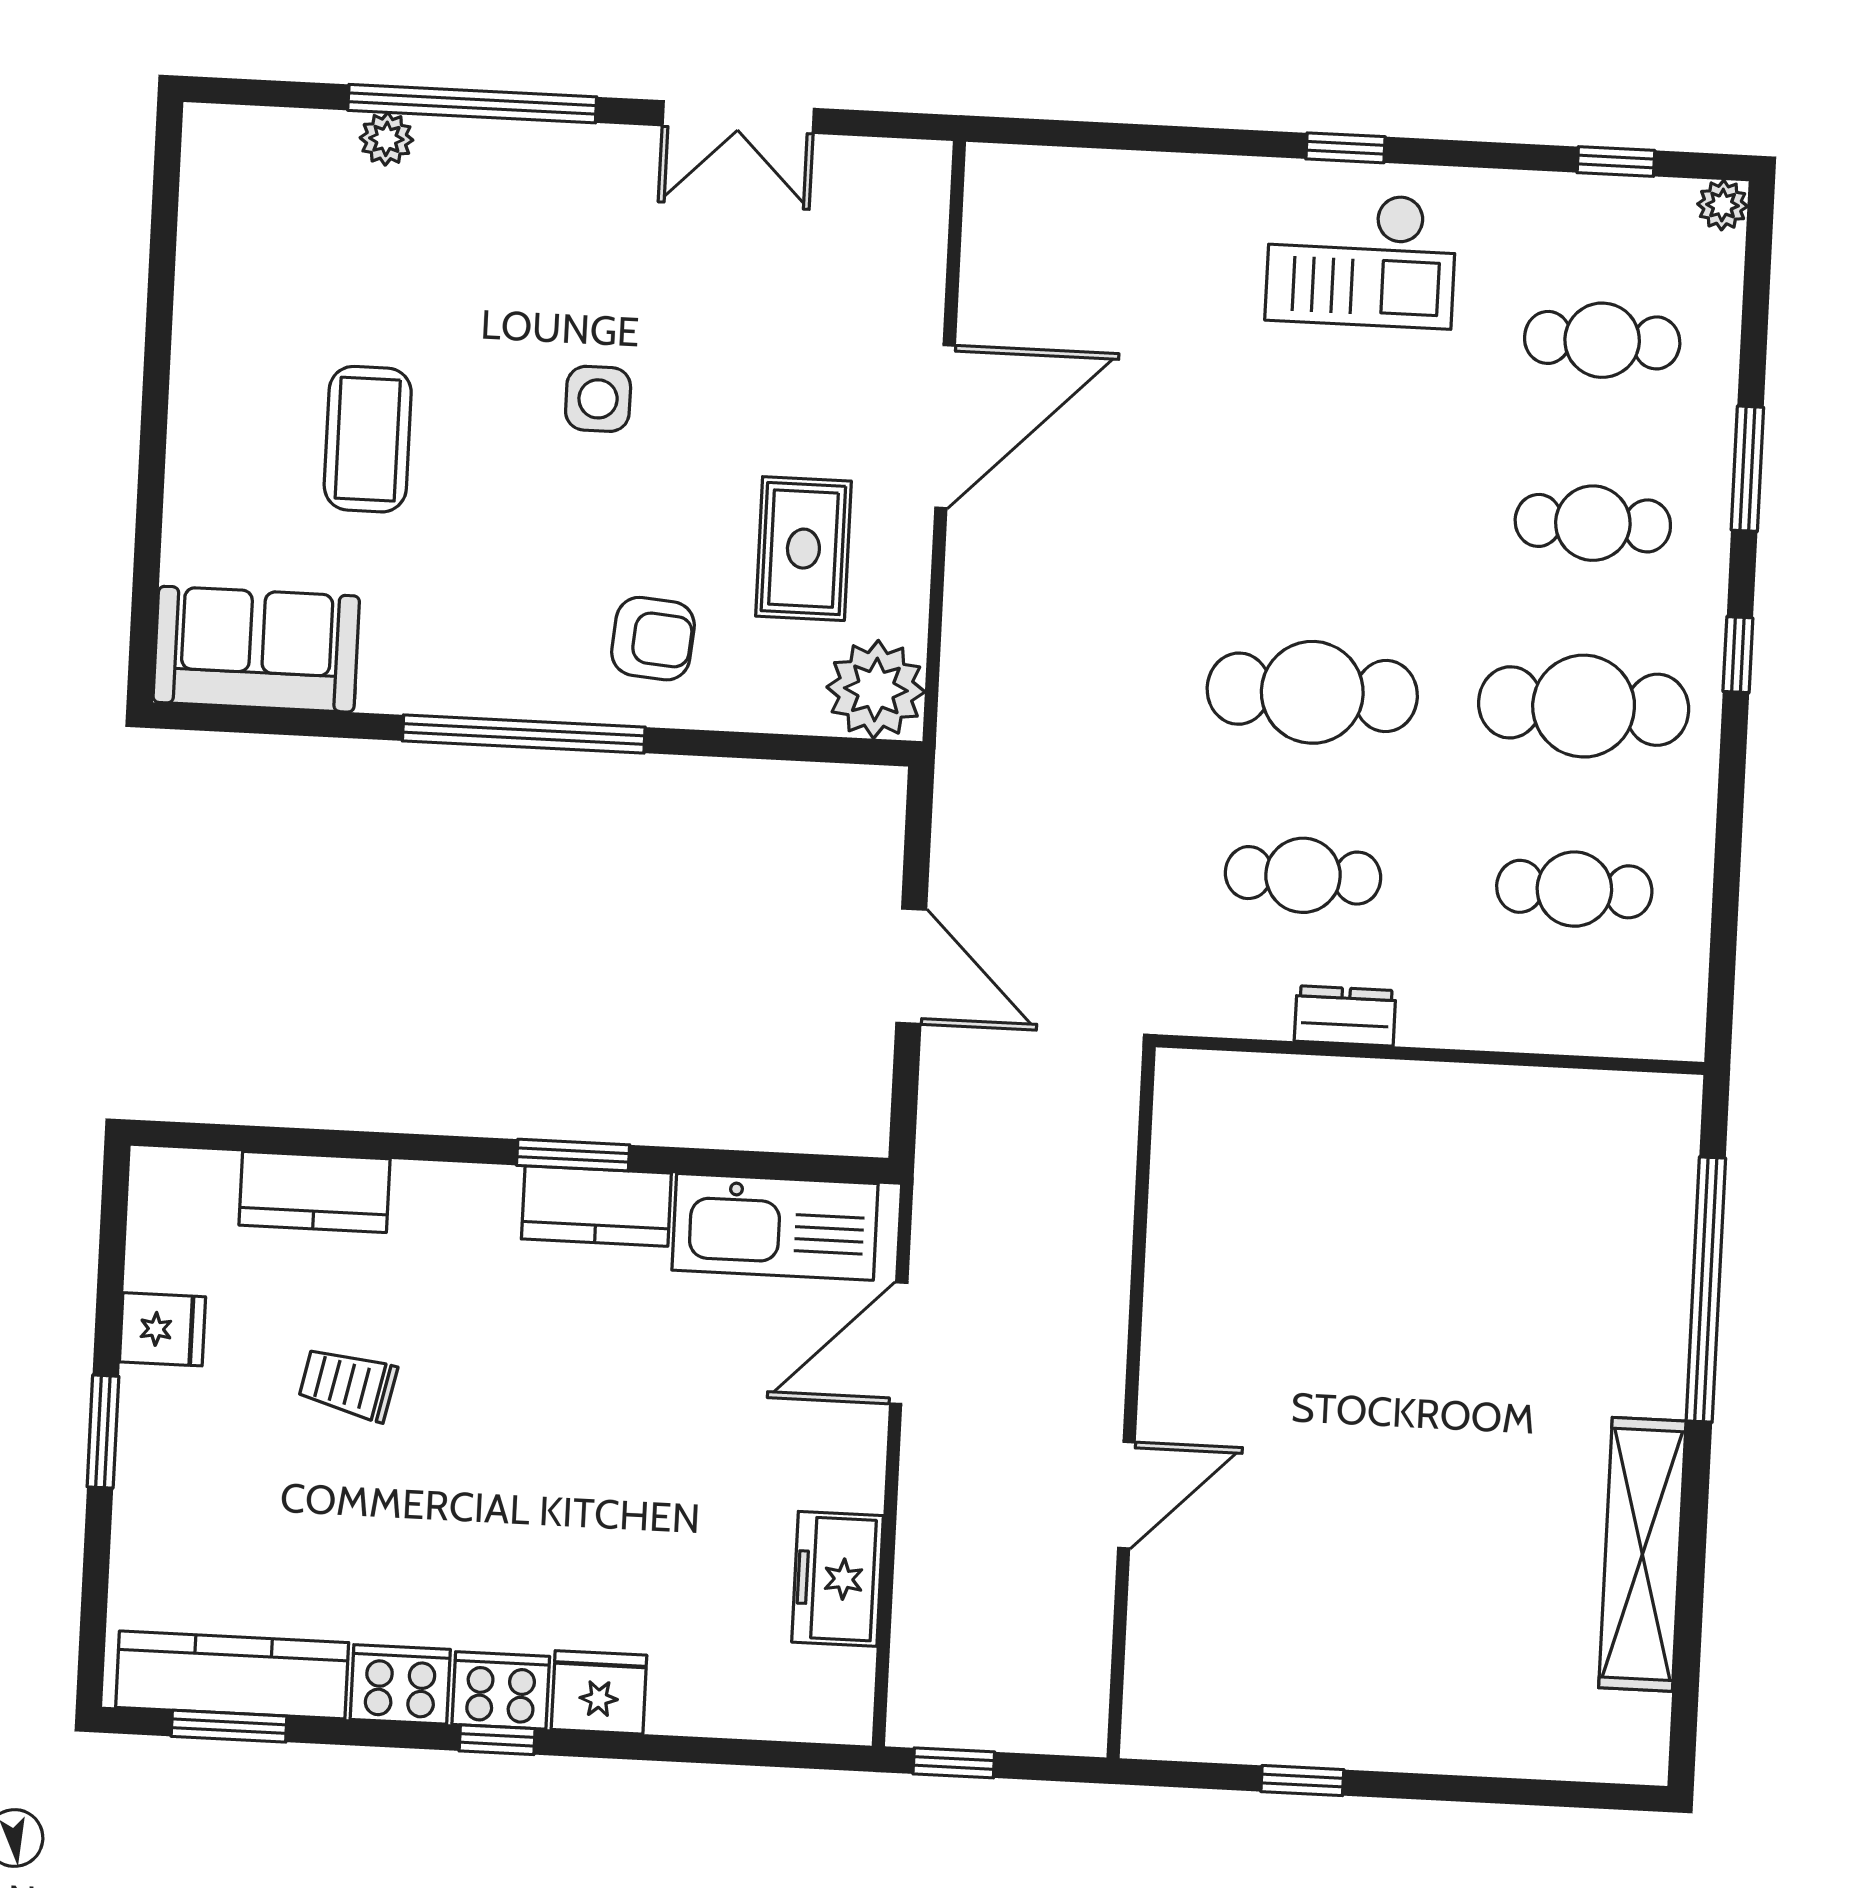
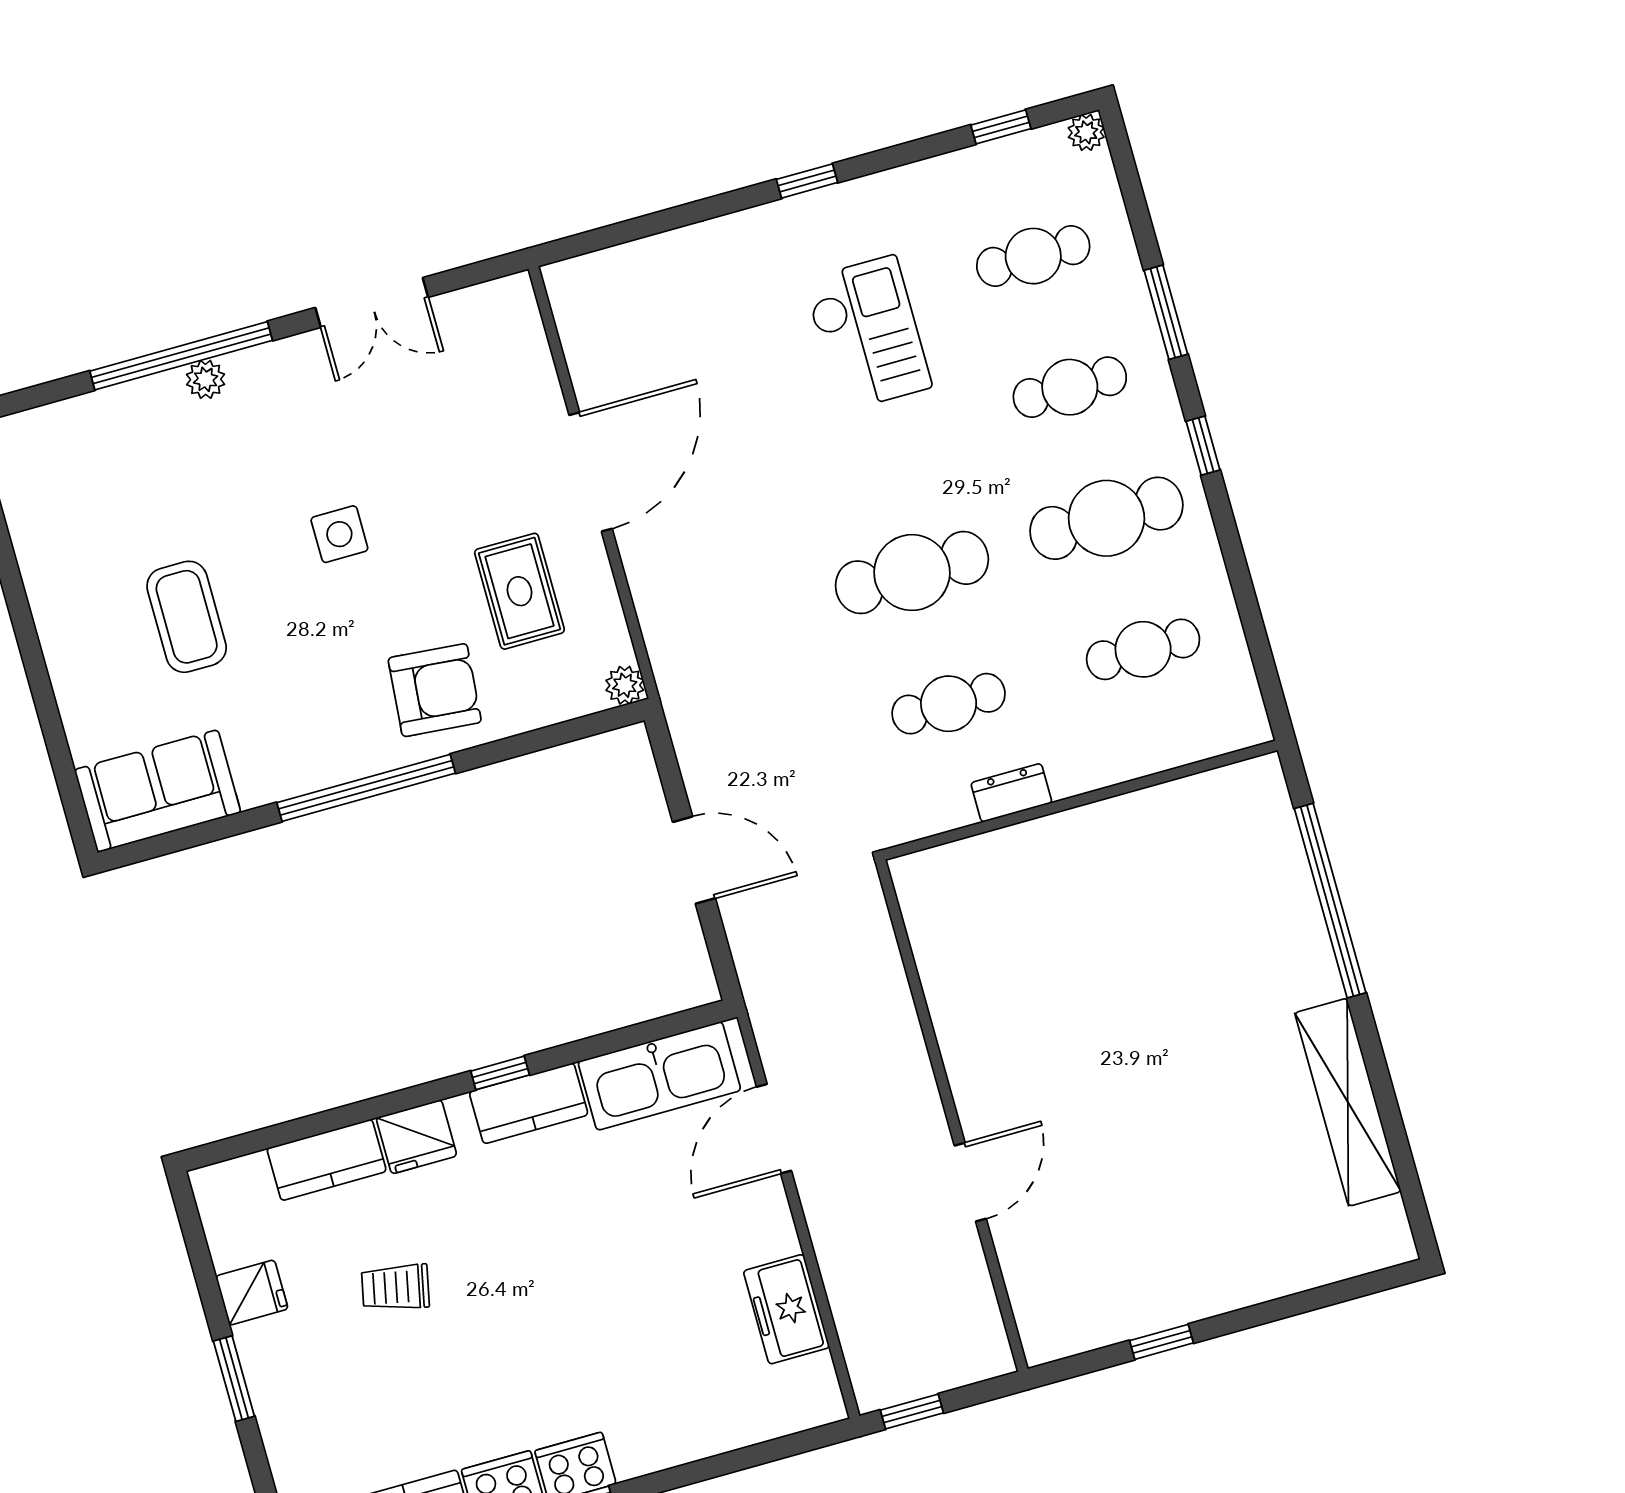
plant: (386, 139) -> (206, 379), moved
checkout: (1361, 259) -> (867, 333), moved, turned -90
armchair: (653, 639) -> (435, 690), width x1.38, depth x1.38
plant: (876, 689) -> (625, 685), width x0.53, depth x0.53
window: (573, 1155) -> (500, 1073), width x0.67
fridge: (599, 1692) -> (416, 1137), moved, turned 180

